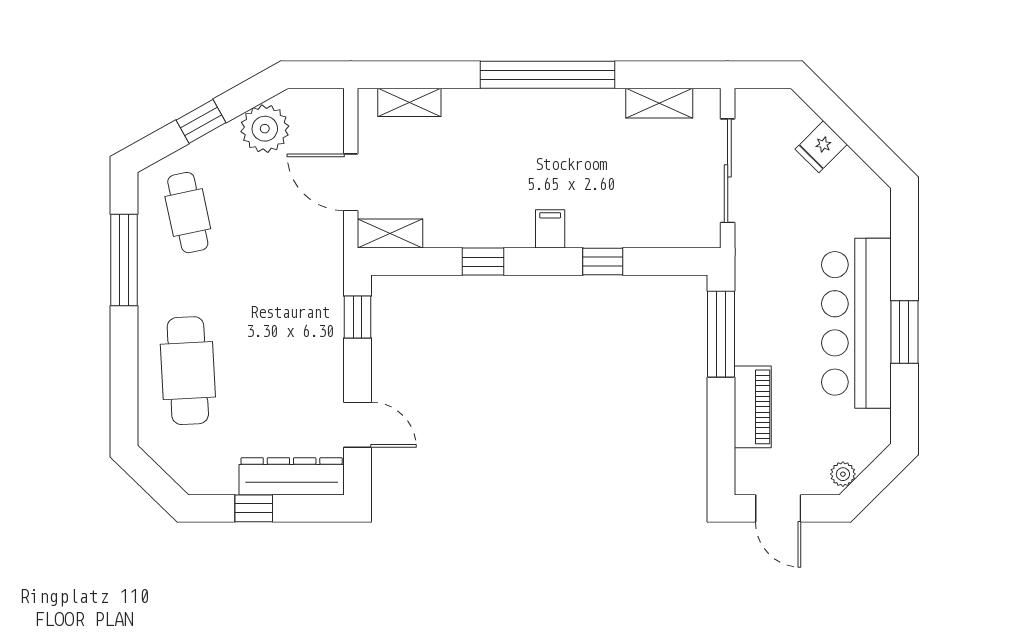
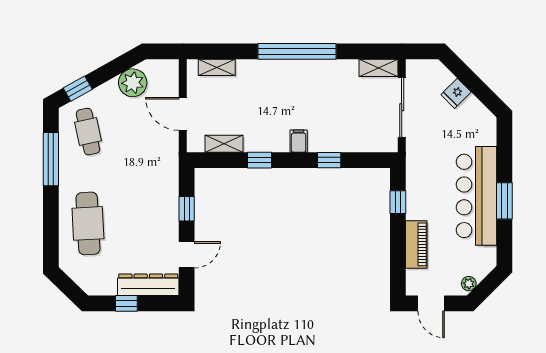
shelving: (659, 103) -> (378, 68), moved
window: (201, 121) -> (78, 89), moved
shelving: (390, 234) -> (224, 144), moved
window: (357, 317) -> (187, 209), moved
window: (721, 334) -> (398, 202), width x0.46
door: (357, 425) -> (187, 255), hinge flipped

